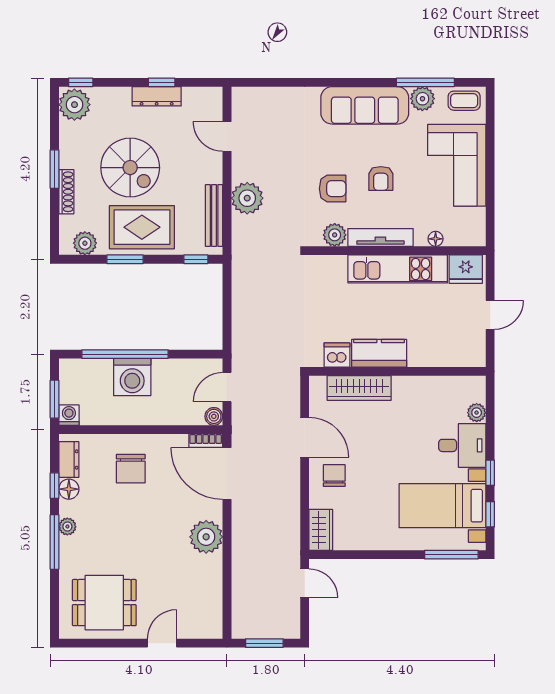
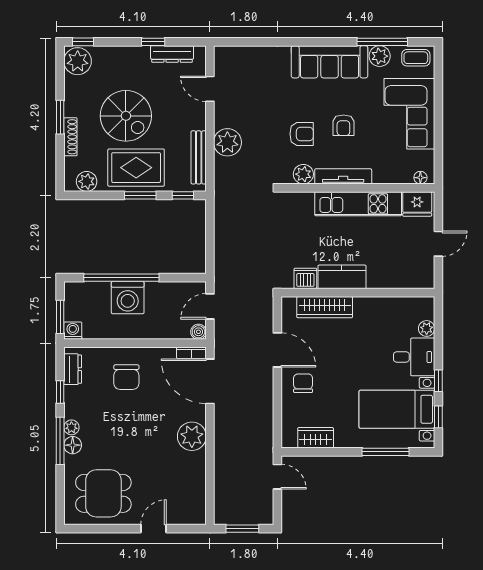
dresser: (157, 96) -> (172, 54), moved
floor lamp: (436, 239) -> (420, 178), moved
window: (125, 259) -> (140, 195), moved
floor lamp: (69, 489) -> (73, 445), moved
wardrobe: (321, 530) -> (316, 438), moved, turned -90
window: (451, 555) -> (386, 452), moved

